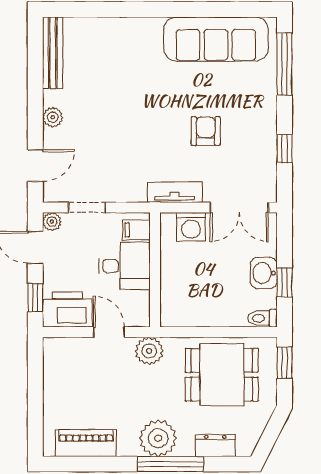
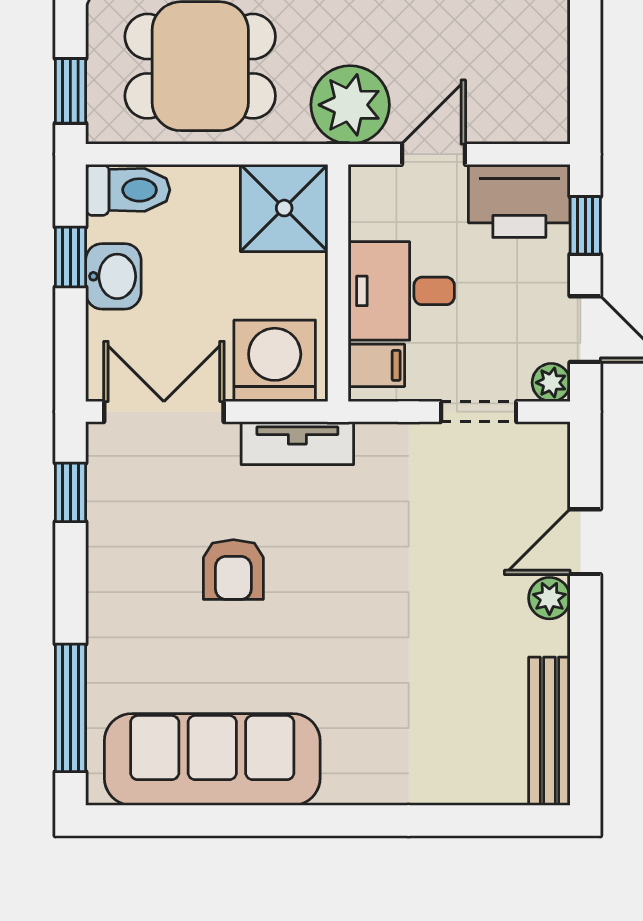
window: (285, 149) -> (70, 492), moved
door: (35, 166) -> (585, 542), moved
washing machine: (191, 227) -> (275, 361), width x1.37, depth x1.37
shower: (181, 306) -> (284, 208), added
toilet: (263, 318) -> (128, 190), width x1.37, depth x1.39
door: (109, 332) -> (433, 154), swing flipped
plant: (149, 351) -> (350, 105), width x1.36, depth x1.36

